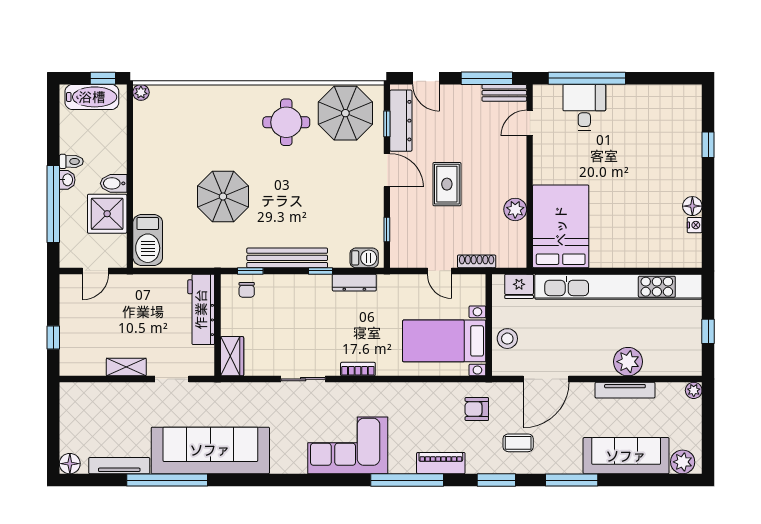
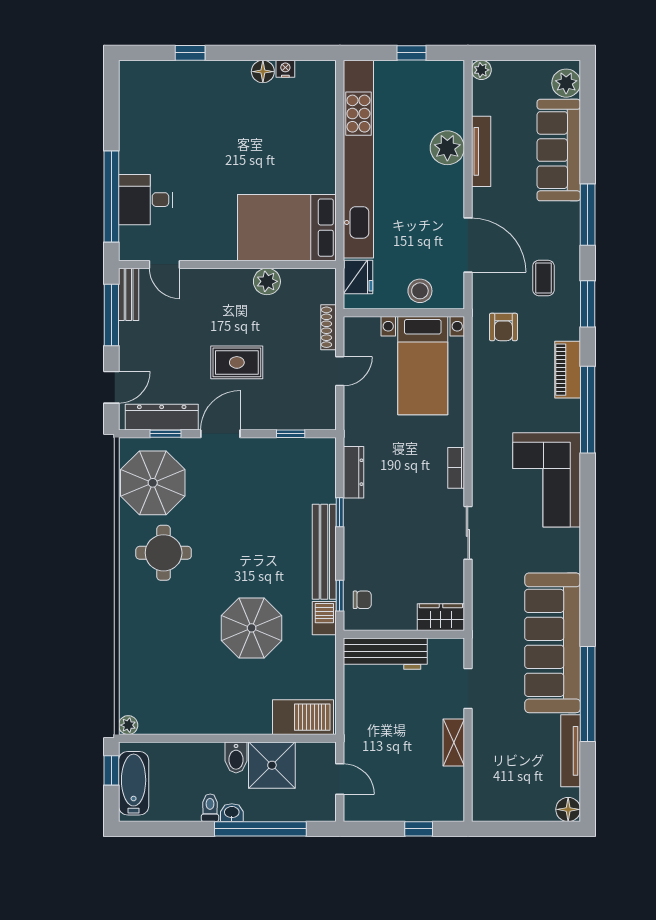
barbecue: (364, 258) -> (324, 618), moved

